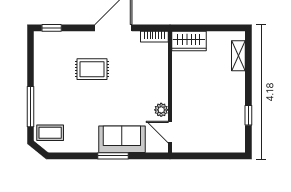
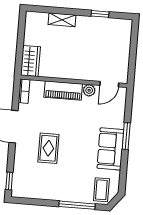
shelving: (238, 56) -> (62, 20), moved
piano: (159, 81) -> (63, 91), added
sofa: (122, 139) -> (110, 149), moved

